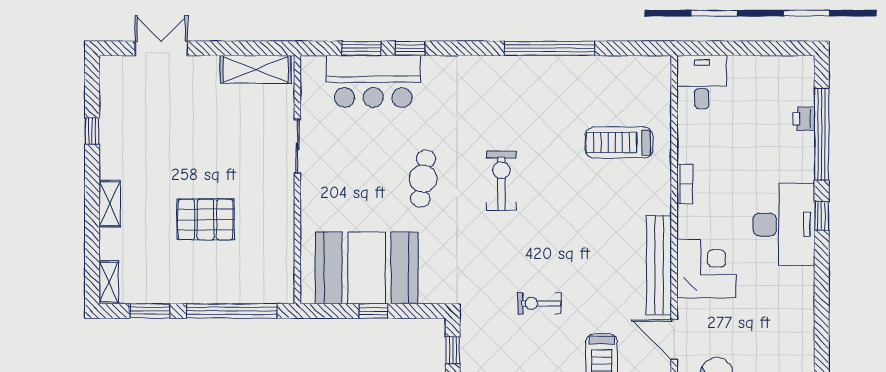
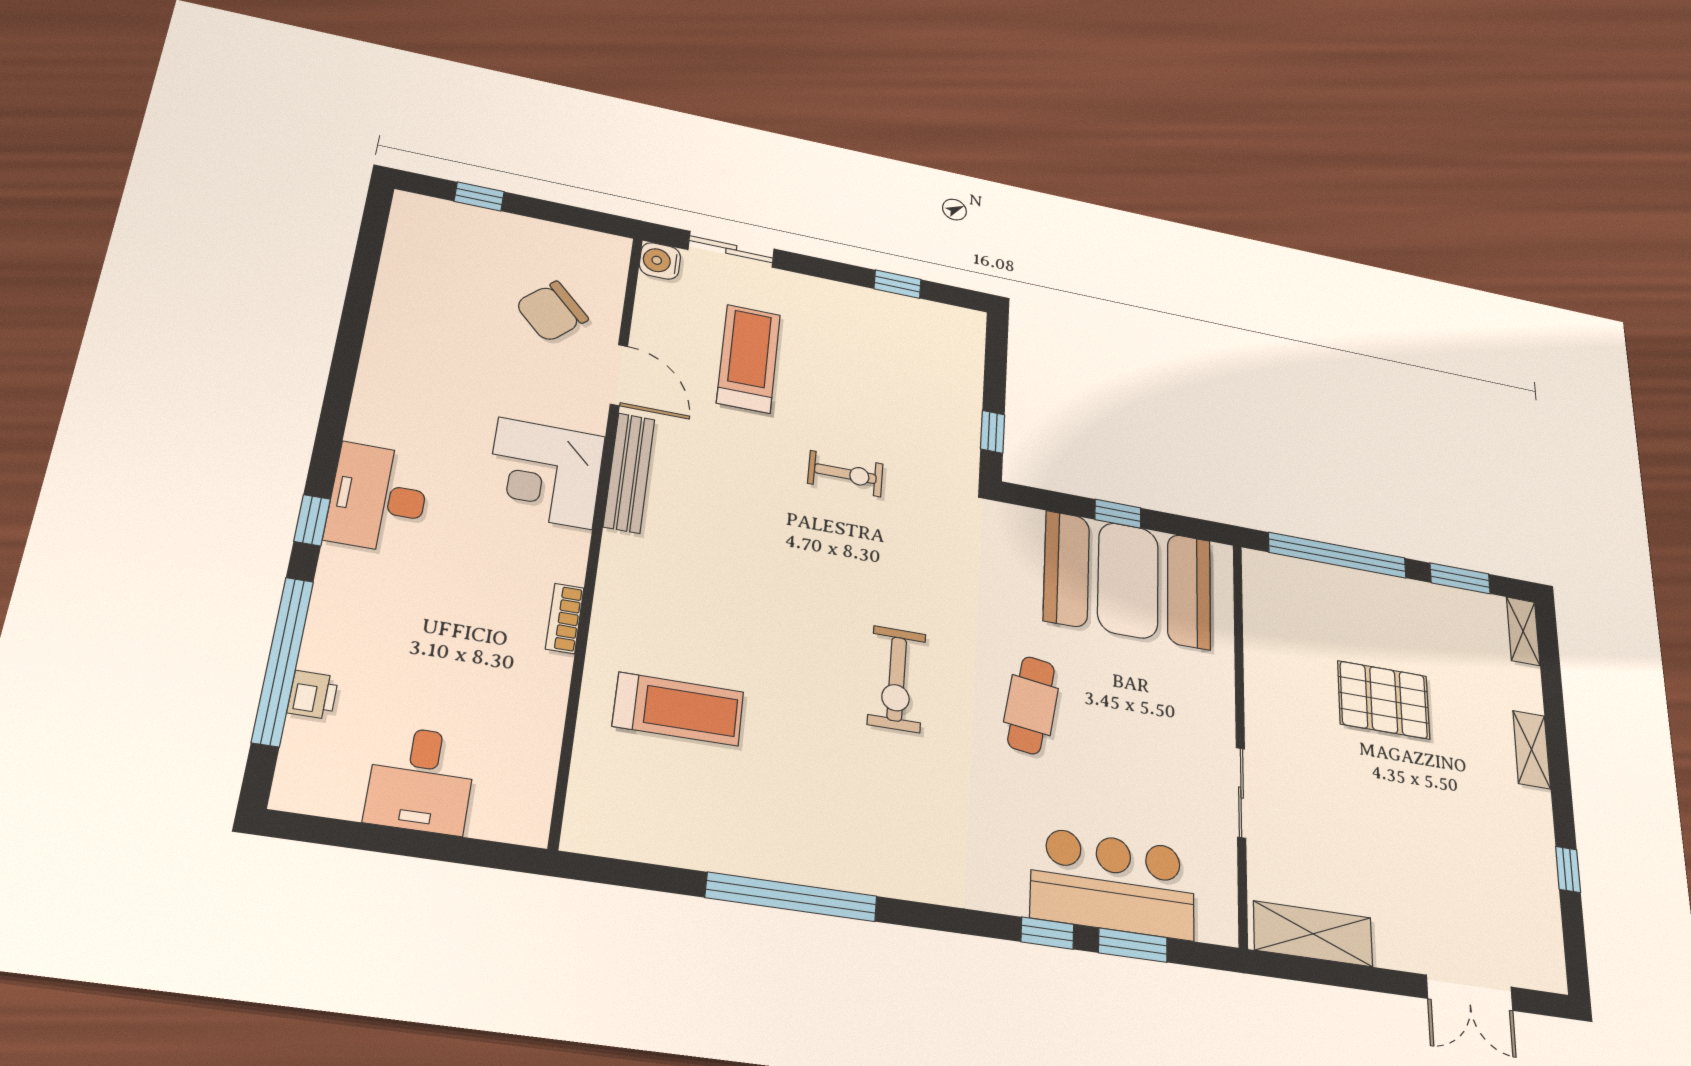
desk: (702, 82) -> (421, 780), moved
desk: (784, 225) -> (378, 498), width x0.73, depth x0.77
bench: (659, 265) -> (629, 473), width x0.73, depth x0.82

